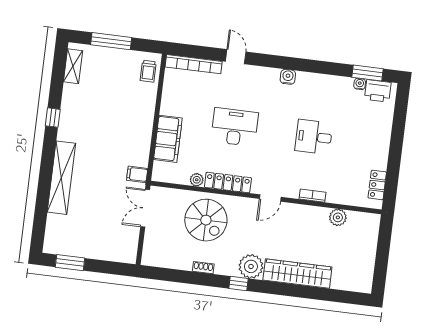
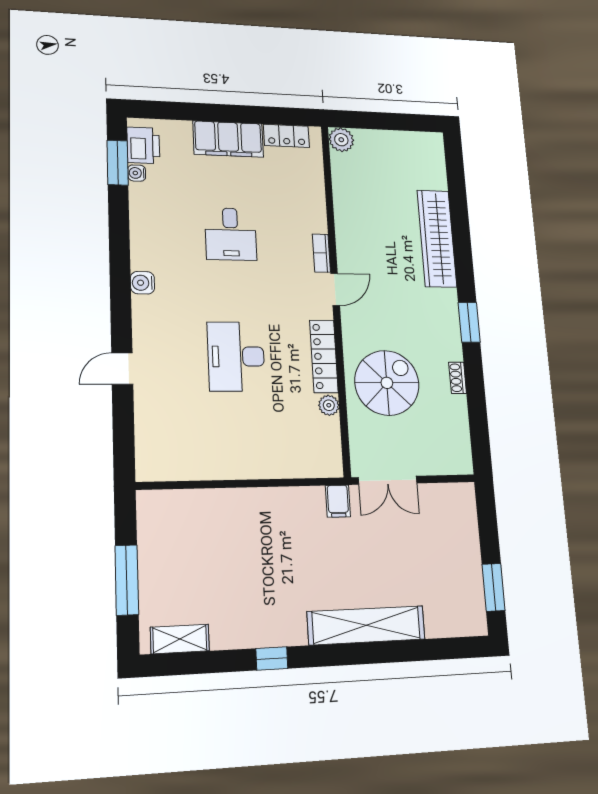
bookcase: (194, 64) -> (145, 435), removed
trolley: (148, 71) -> (168, 509), removed
filing cabinet: (168, 139) -> (228, 139), moved, turned 180
bookcase: (312, 196) -> (321, 253), moved
door: (270, 198) -> (335, 290), hinge flipped
plant: (338, 217) -> (341, 140), moved
plant: (251, 266) -> (441, 307), removed
window: (239, 284) -> (469, 322), width x1.50

